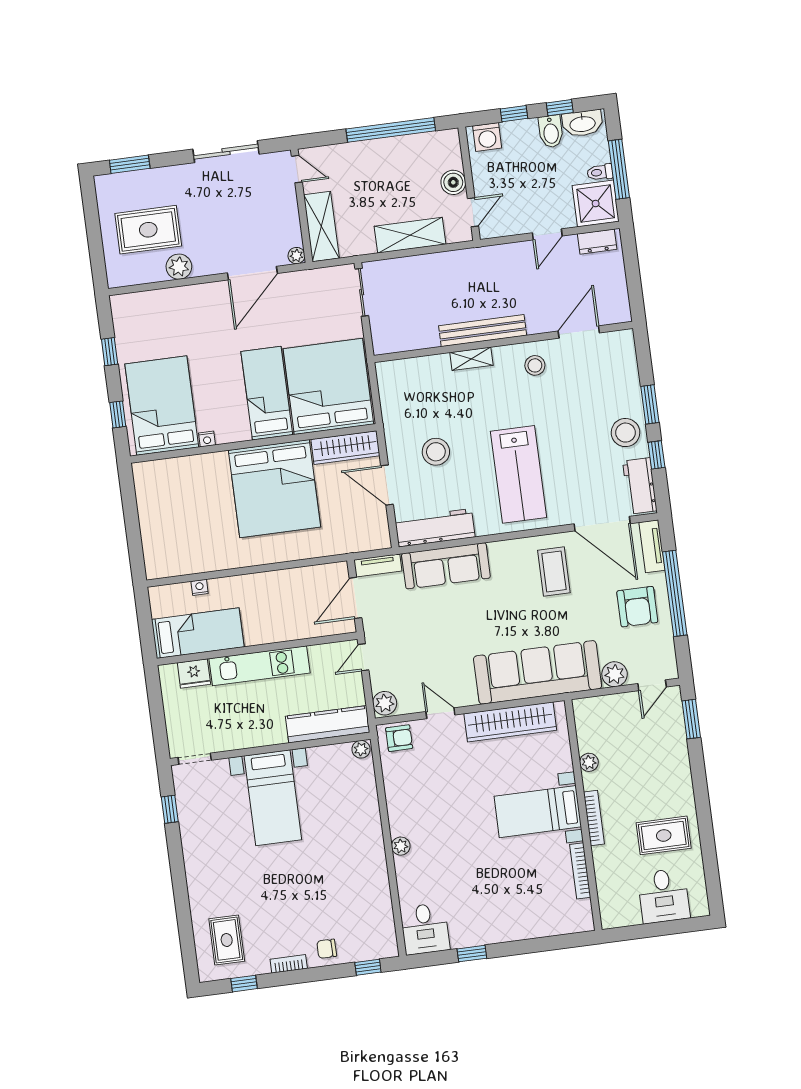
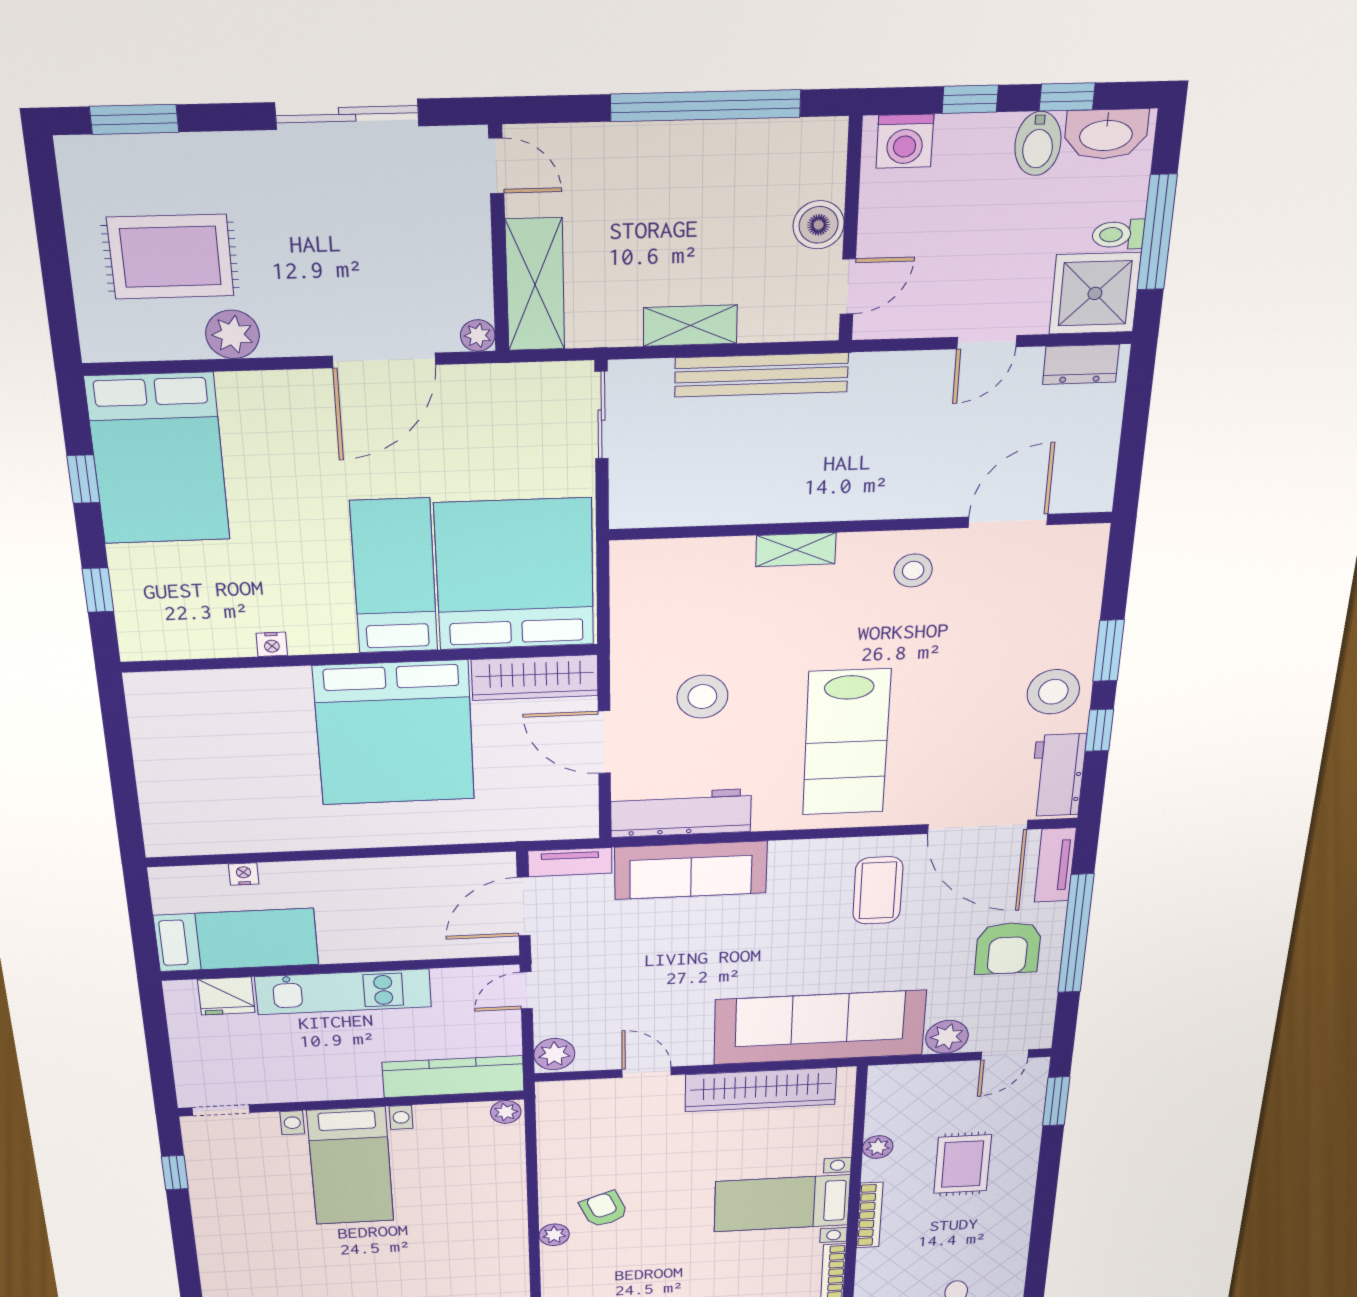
shelving: (410, 235) -> (690, 325), width x0.67, depth x0.75
bench: (483, 331) -> (762, 375), moved
bed: (162, 406) -> (158, 459), moved, turned 180
armchair: (399, 738) -> (604, 1209), moved, turned -112
rug: (664, 835) -> (962, 1164), moved, turned 90

